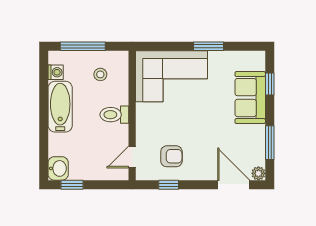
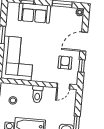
door: (132, 157) -> (63, 86), hinge flipped
door: (234, 185) -> (84, 42), moved

